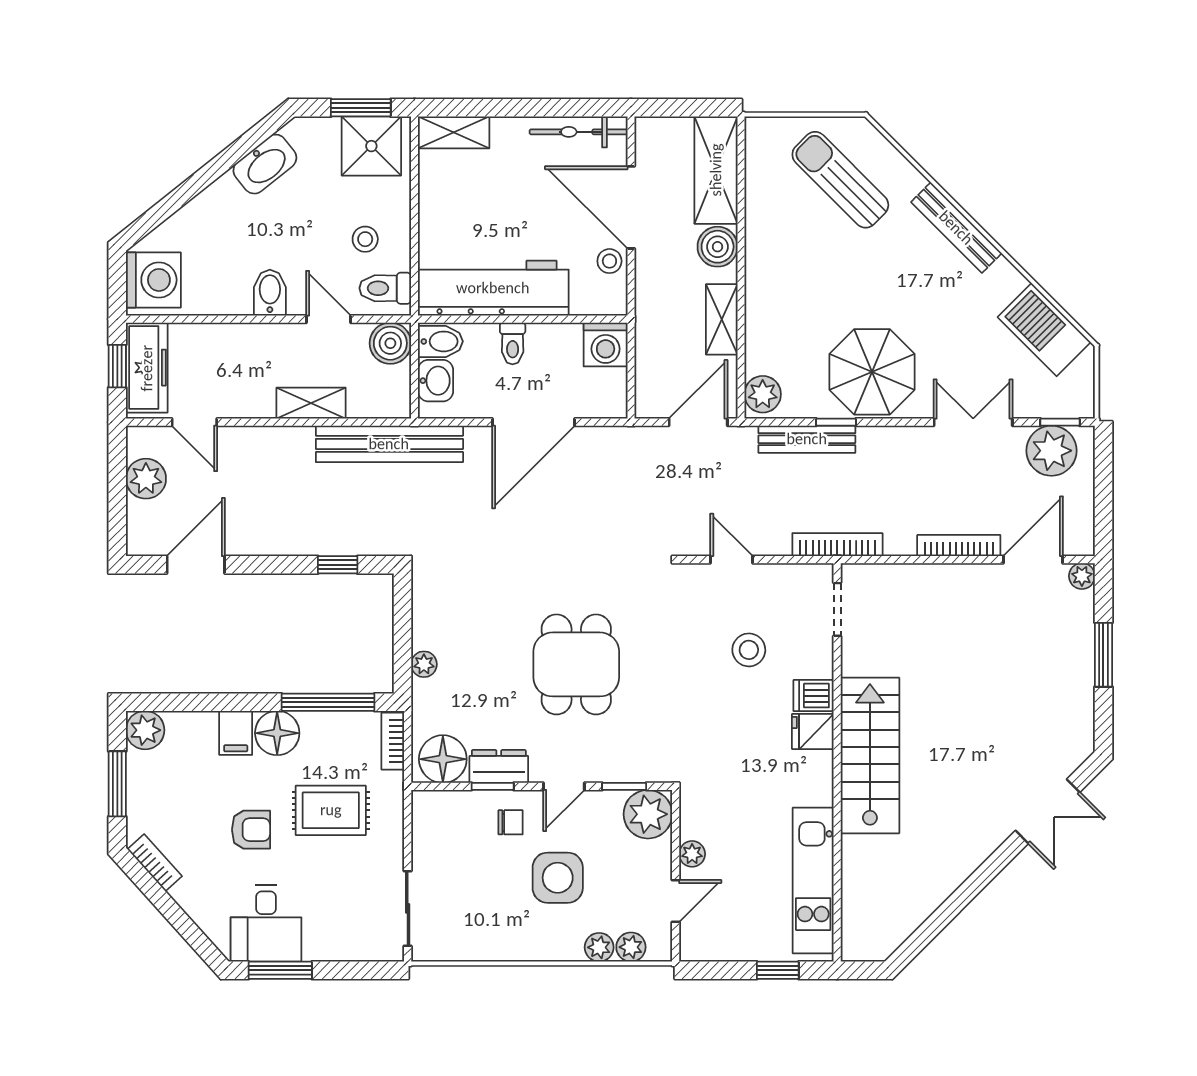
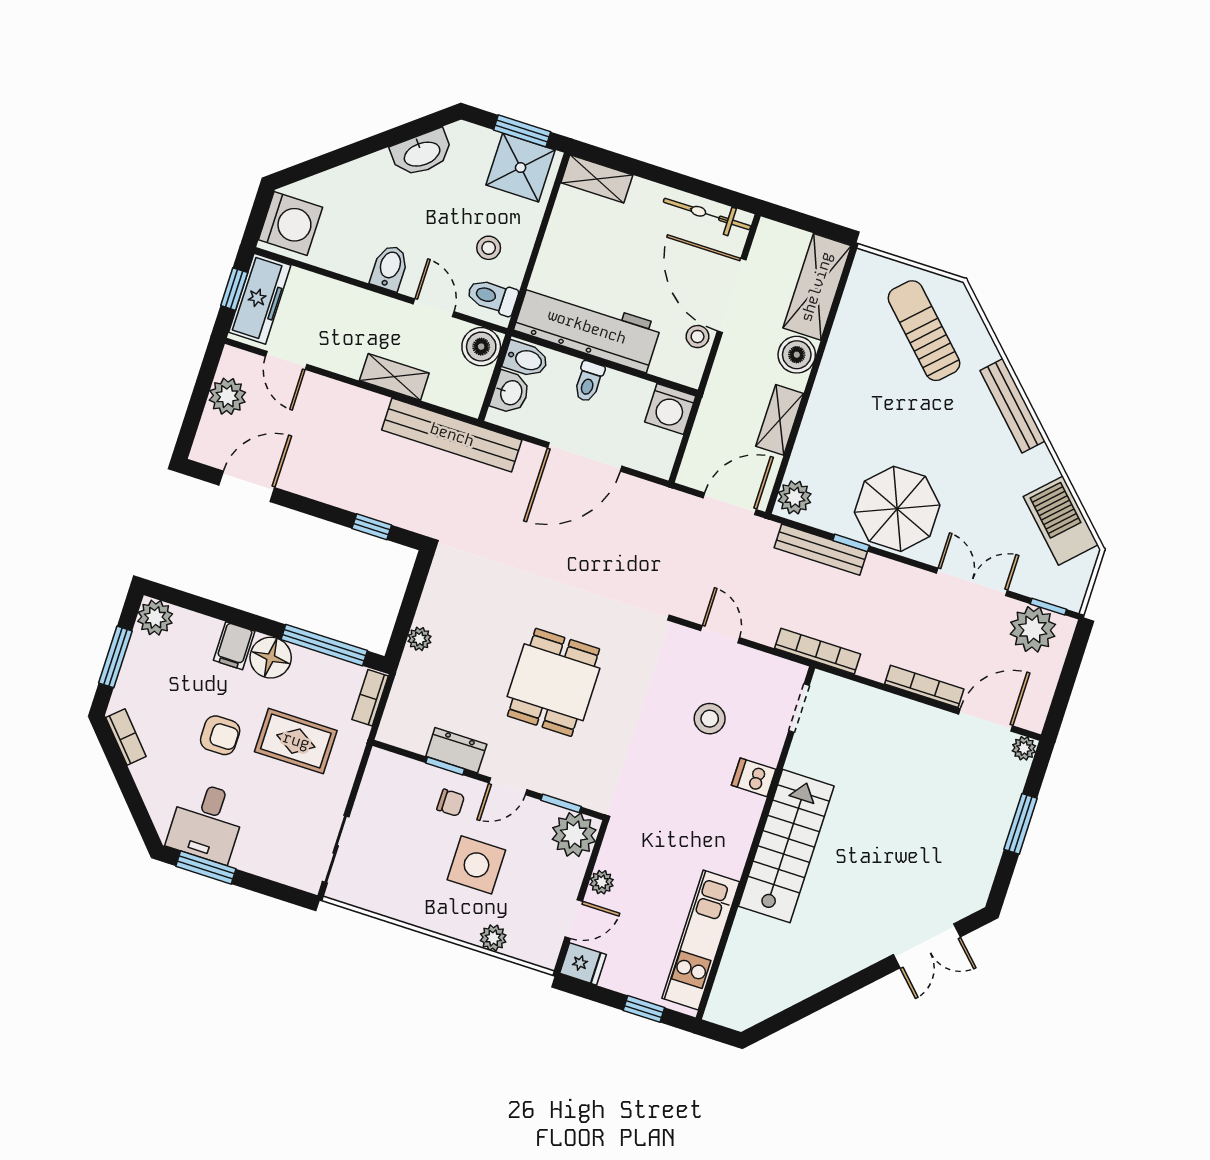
fridge: (813, 732) -> (583, 964), moved, turned 180
floor lamp: (443, 759) -> (409, 728), removed
plant: (631, 947) -> (521, 947), removed

